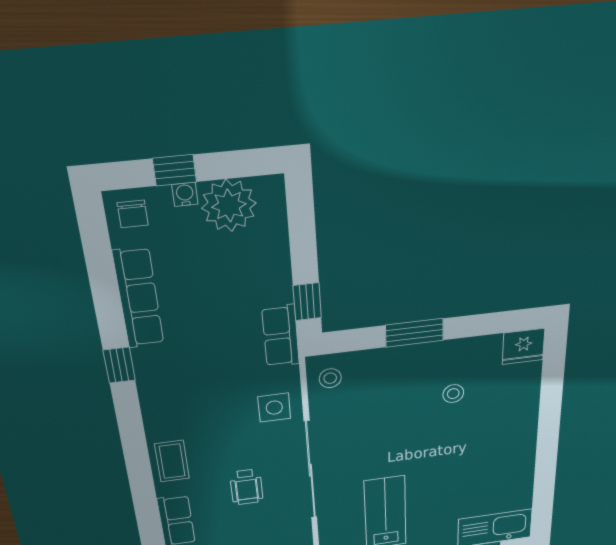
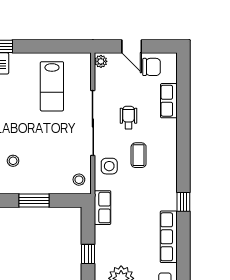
window: (307, 302) -> (88, 254), moved
coffee table: (172, 461) -> (139, 155), moved

